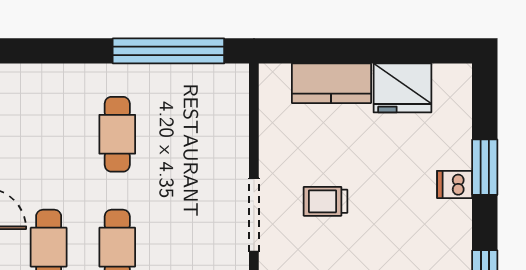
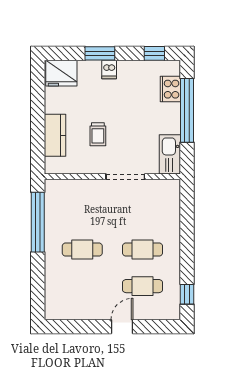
fridge: (402, 88) -> (61, 73), moved, turned 90
trolley: (326, 201) -> (98, 134), moved

